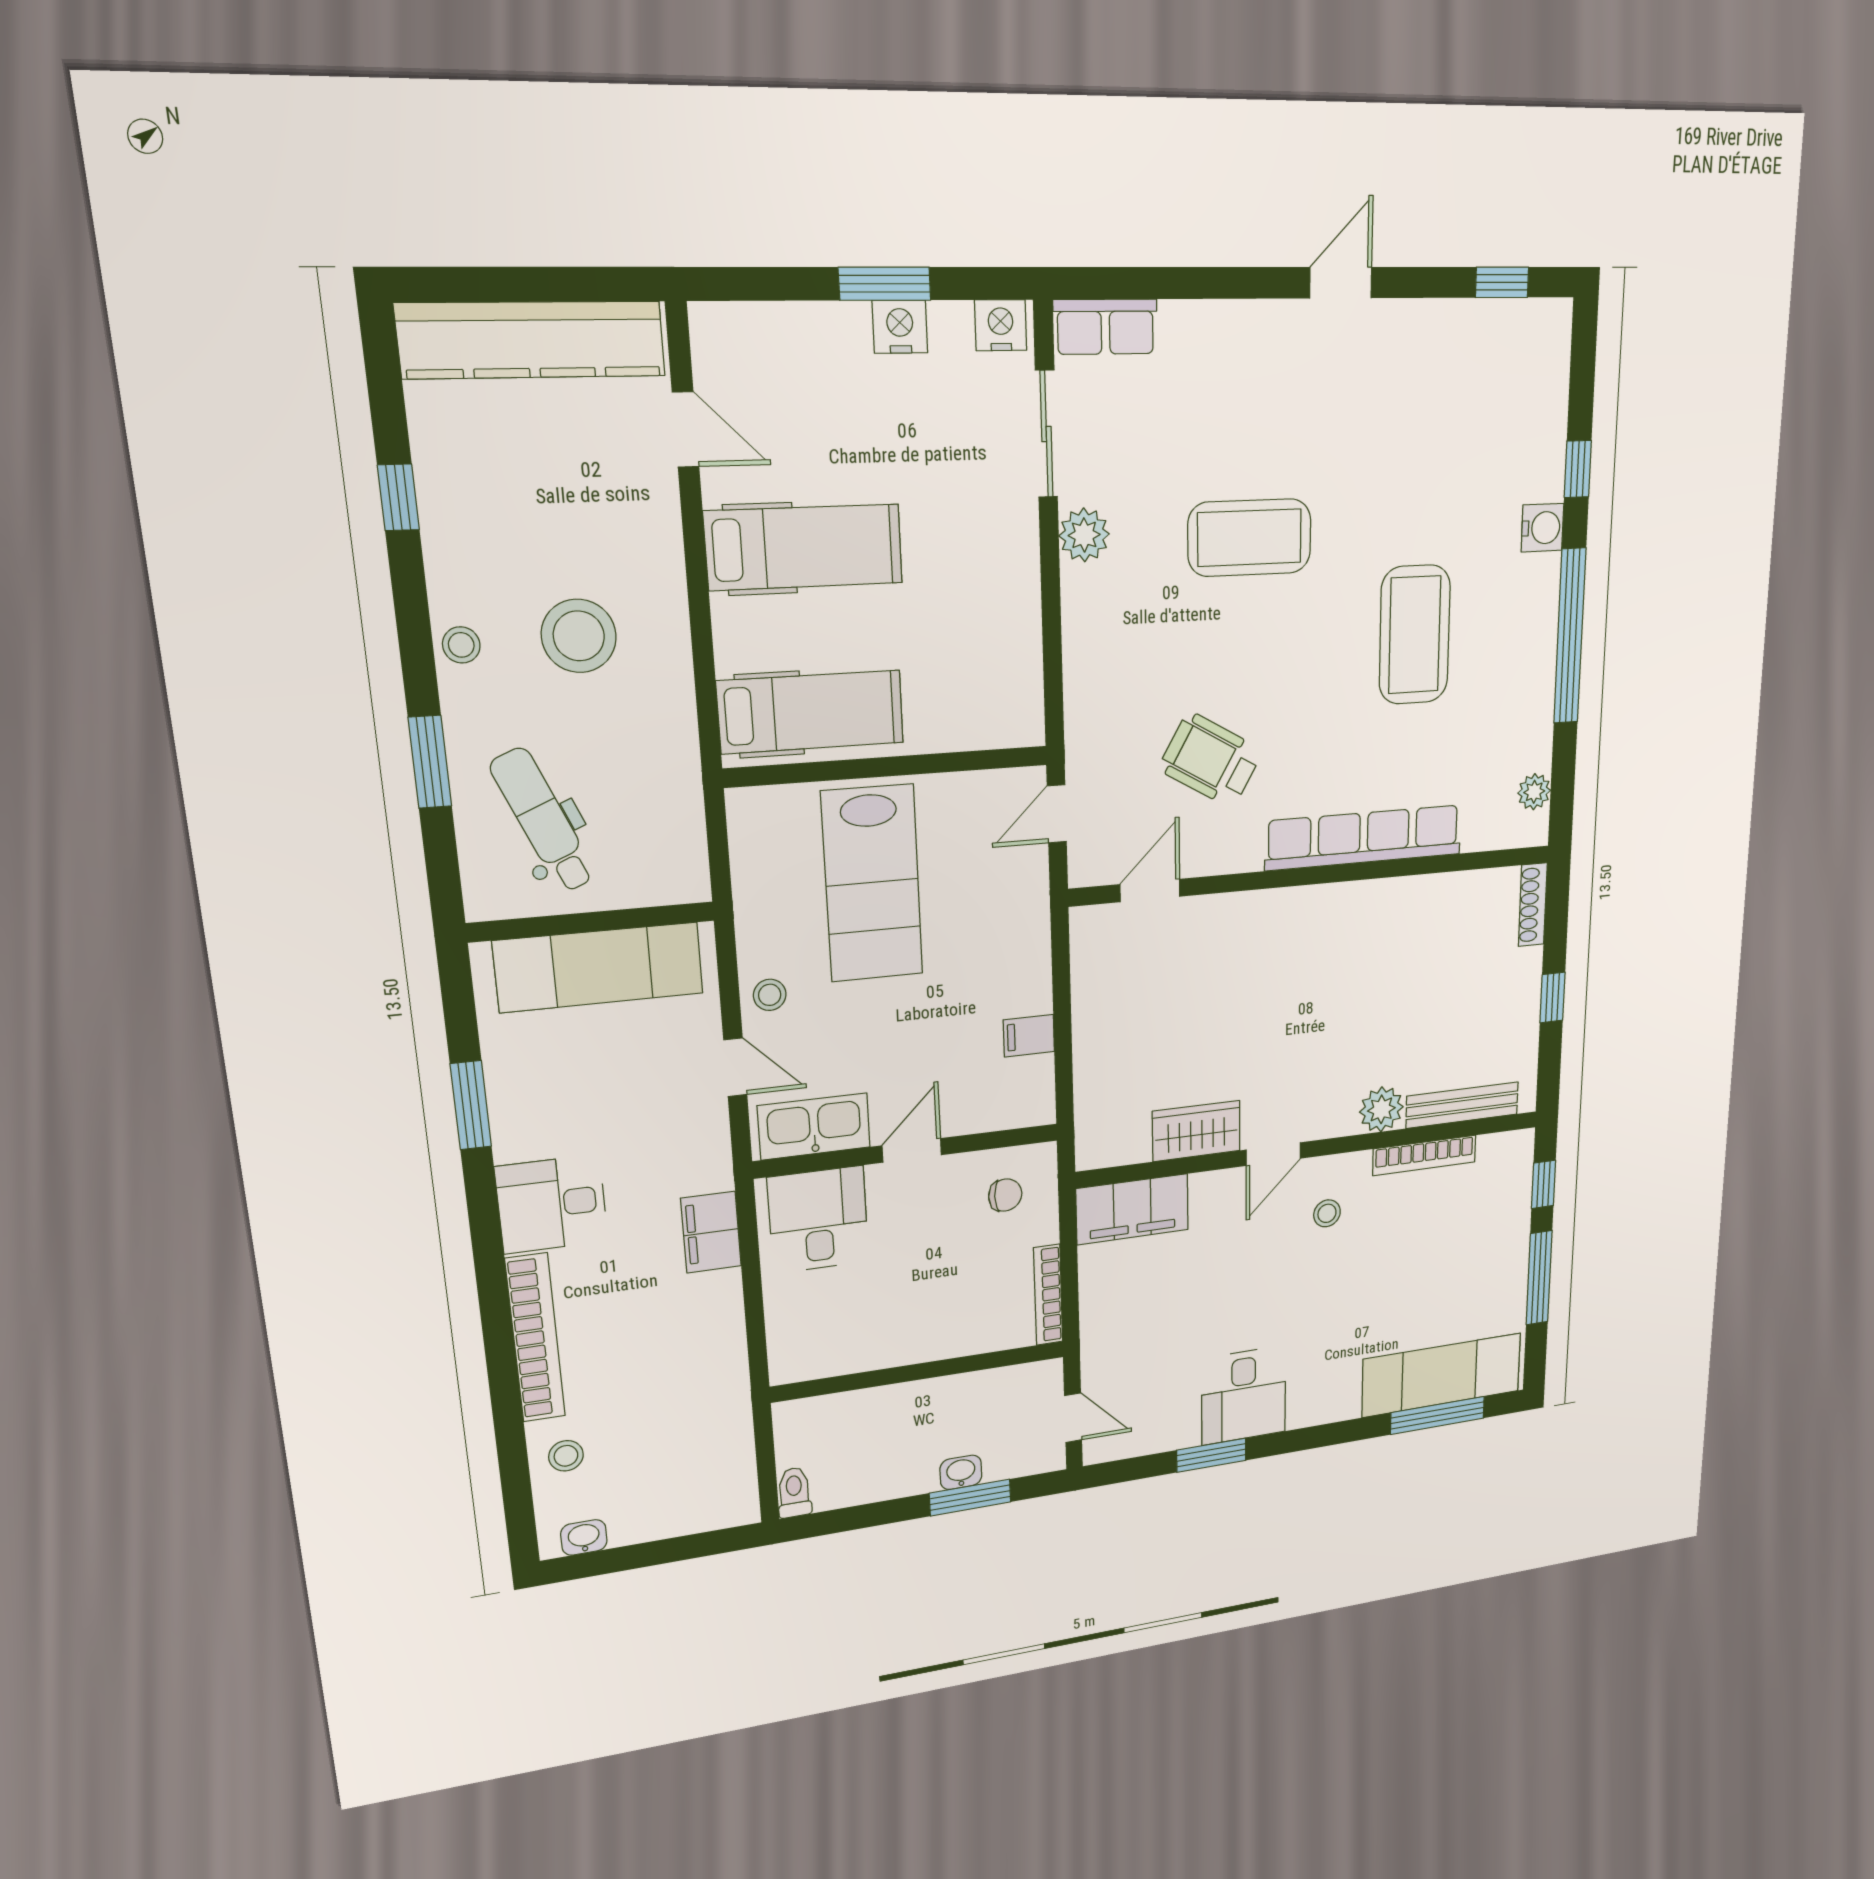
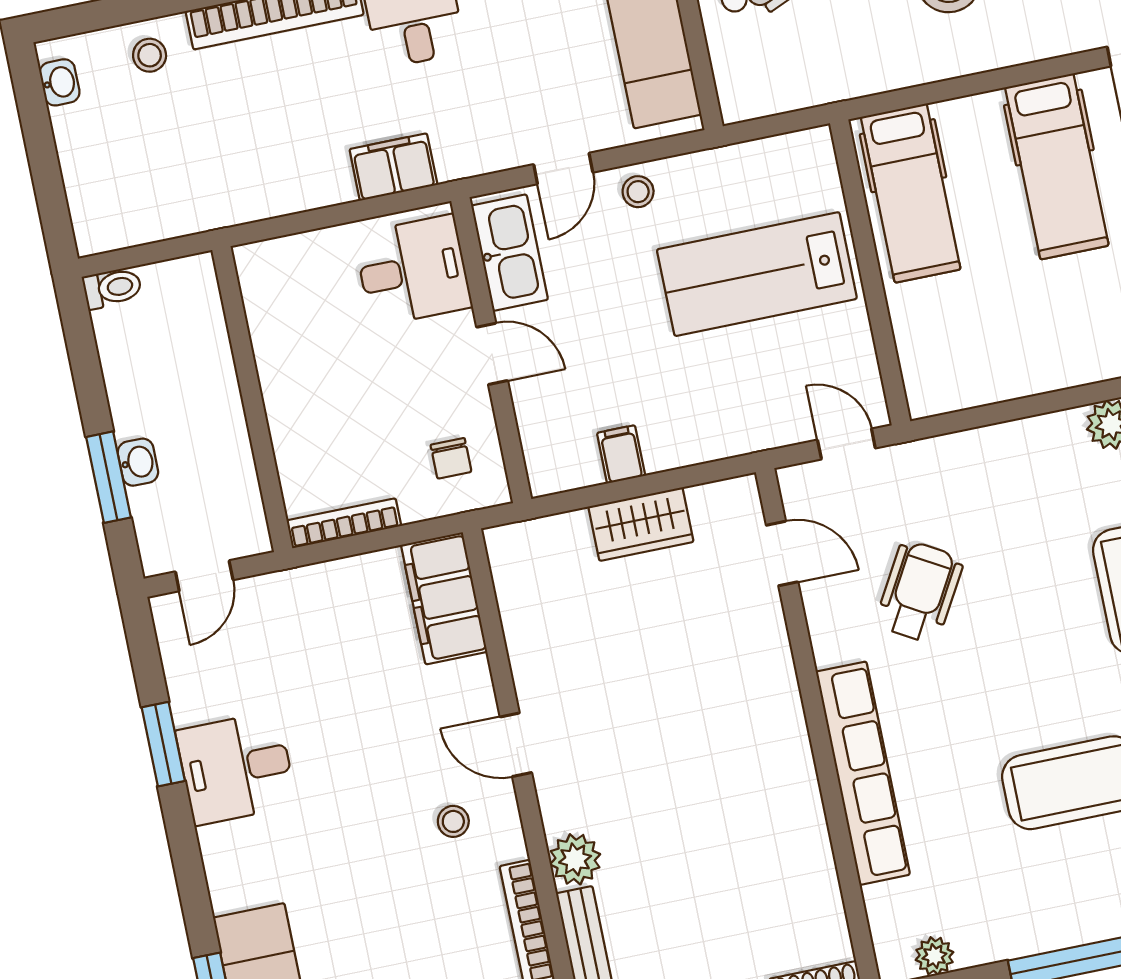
wardrobe: (1196, 1131) -> (641, 524), moved, turned 90

